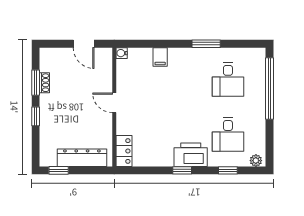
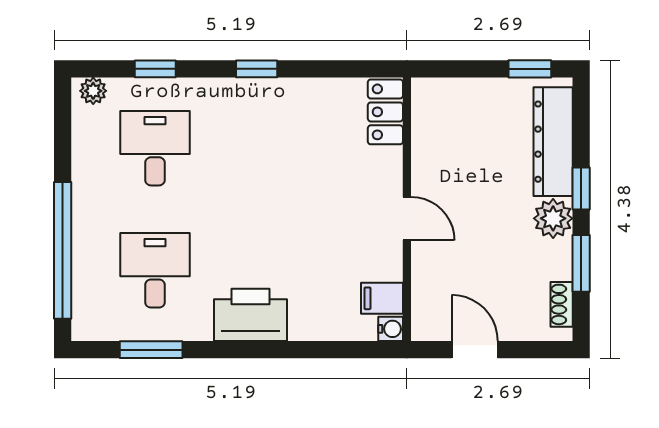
window: (206, 44) -> (151, 350), moved
filing cabinet: (160, 57) -> (382, 298), moved, turned -90
shoe rack: (44, 83) -> (562, 304), moved
plant: (48, 103) -> (553, 218), added
printer: (191, 155) -> (250, 315), moved, turned 180
dresser: (82, 158) -> (553, 142), moved, turned 90

